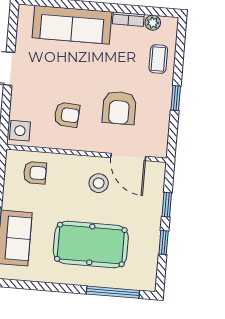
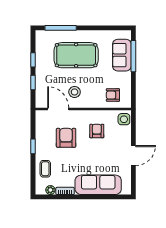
armchair: (67, 115) -> (97, 131), turned 86

